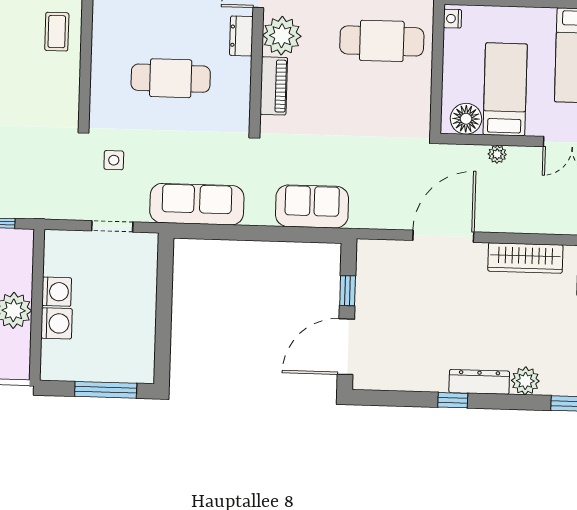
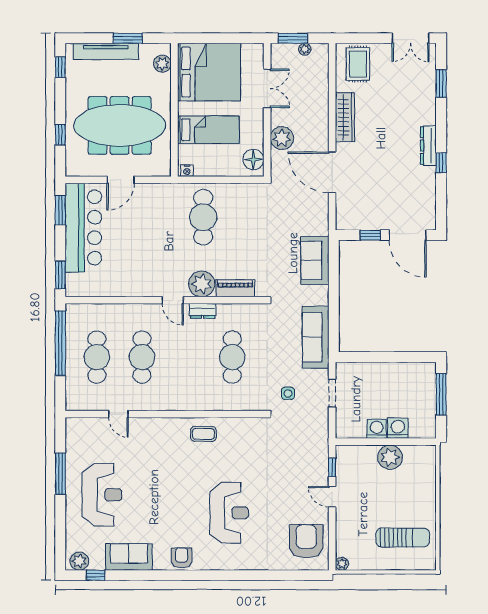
bed: (505, 89) -> (208, 130), moved, turned 180
plant: (497, 154) -> (282, 138), width x1.88, depth x1.88
plant: (525, 381) -> (427, 115), removed

